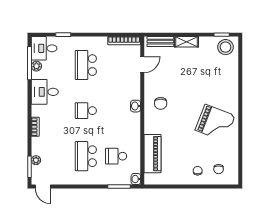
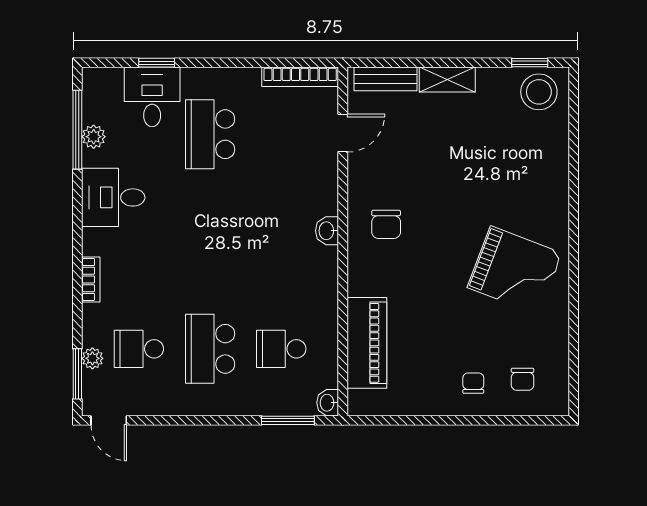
desk: (44, 48) -> (152, 97), moved, turned 90
school desk: (86, 111) -> (139, 349), moved

